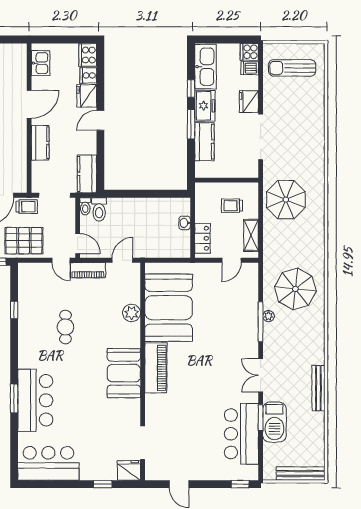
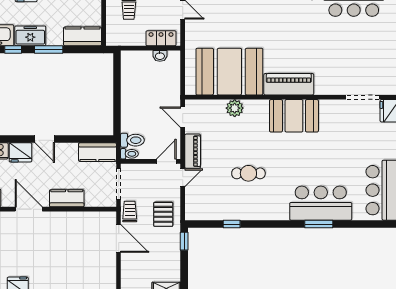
kitchen counter: (204, 142) -> (82, 36), moved
washbasin: (185, 223) -> (160, 56), moved
pallet: (24, 241) -> (163, 214), width x0.67, depth x0.71

